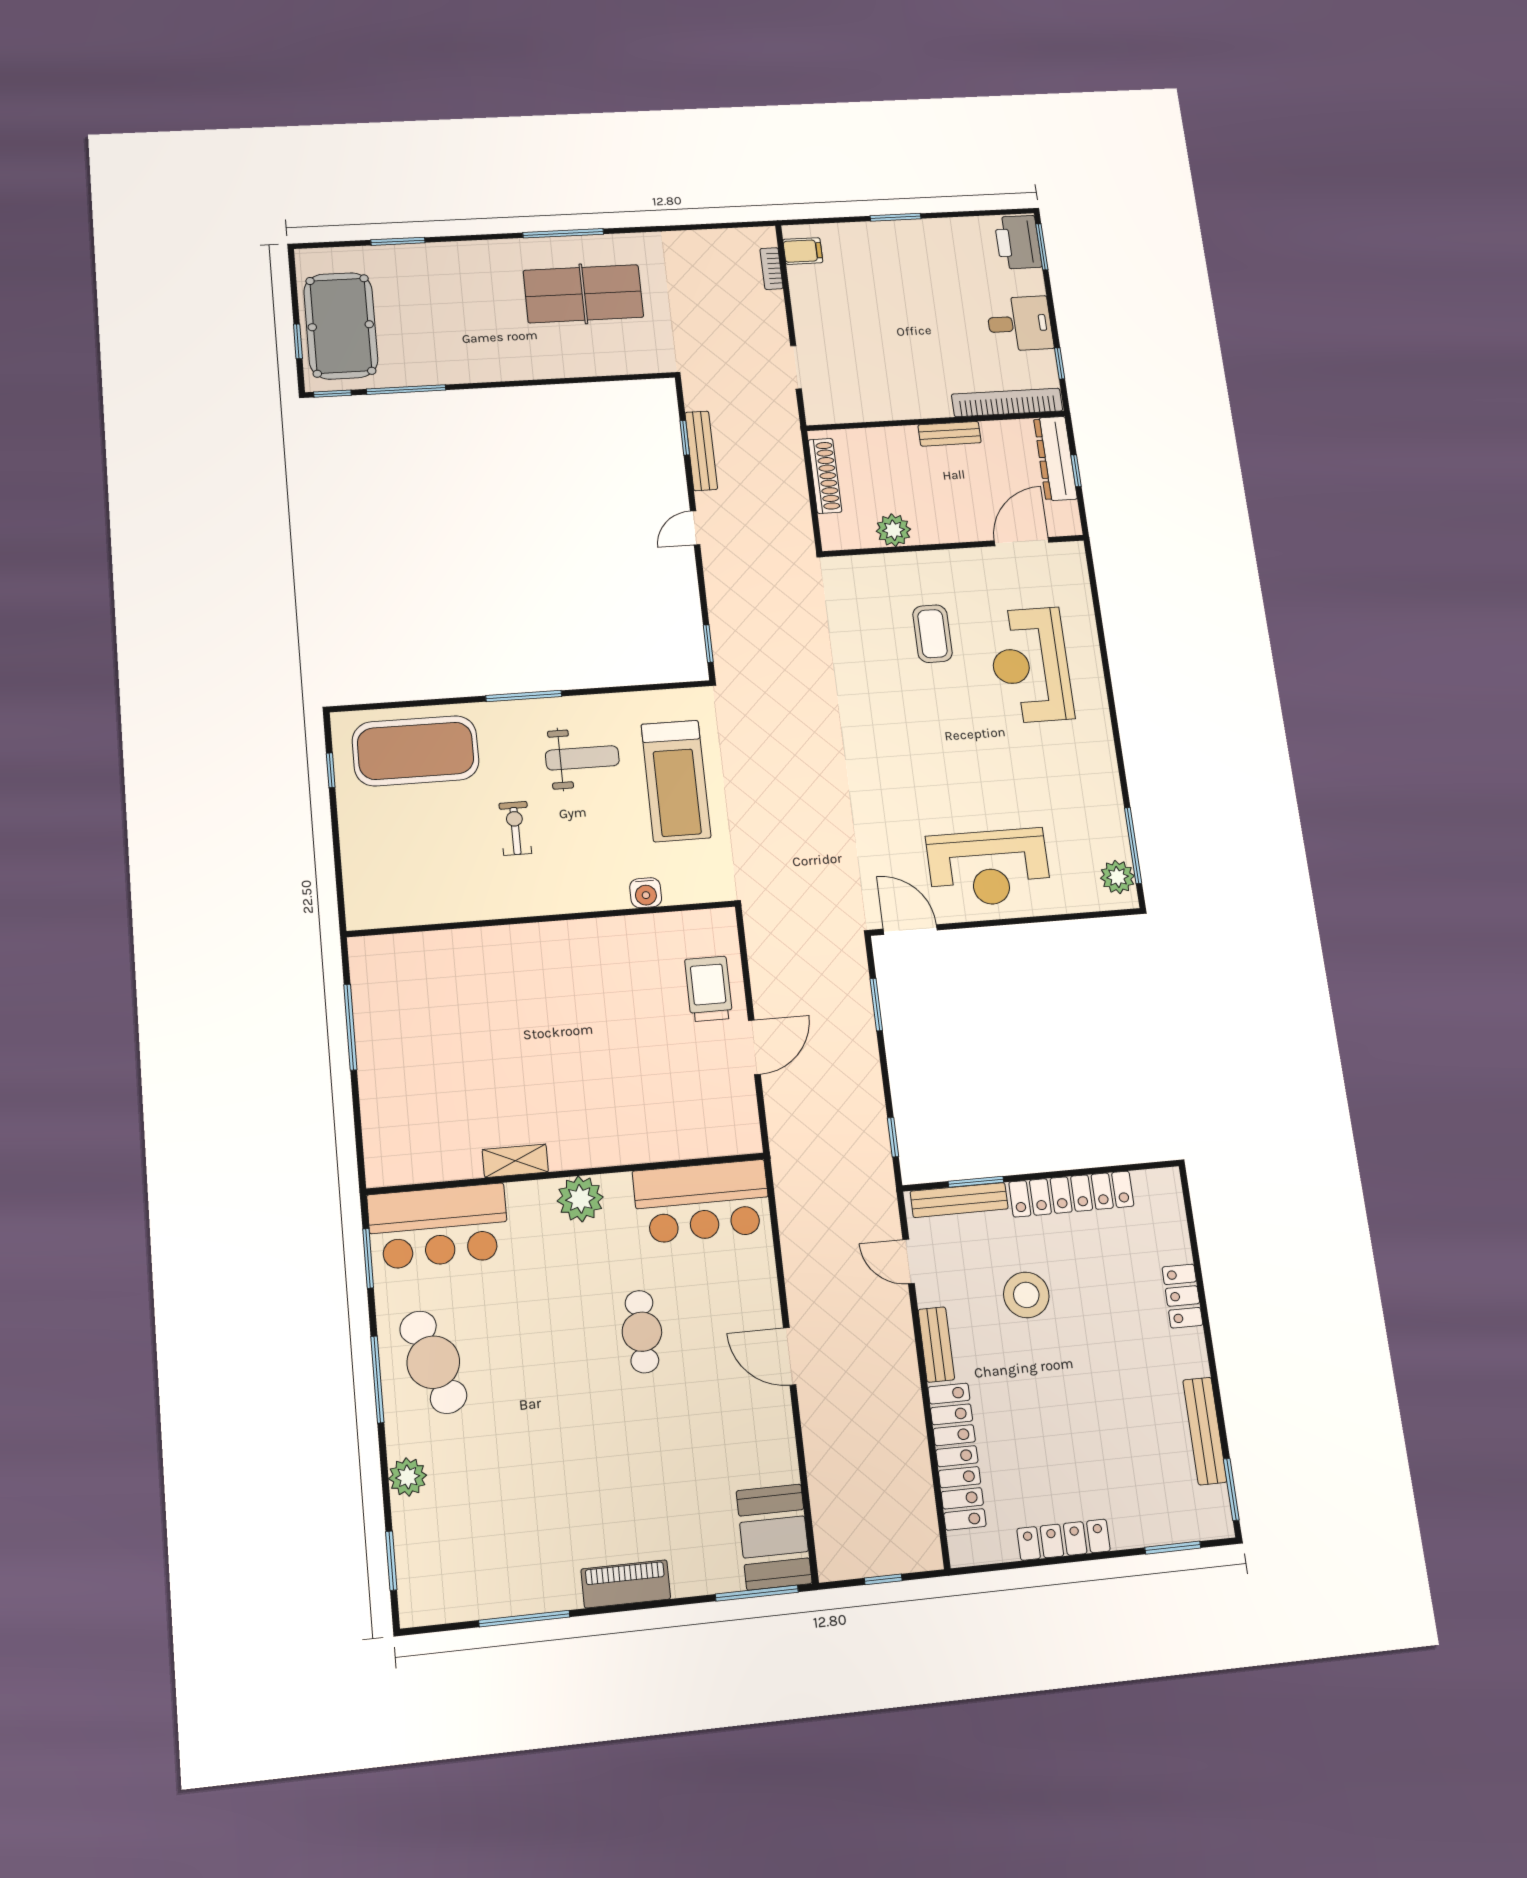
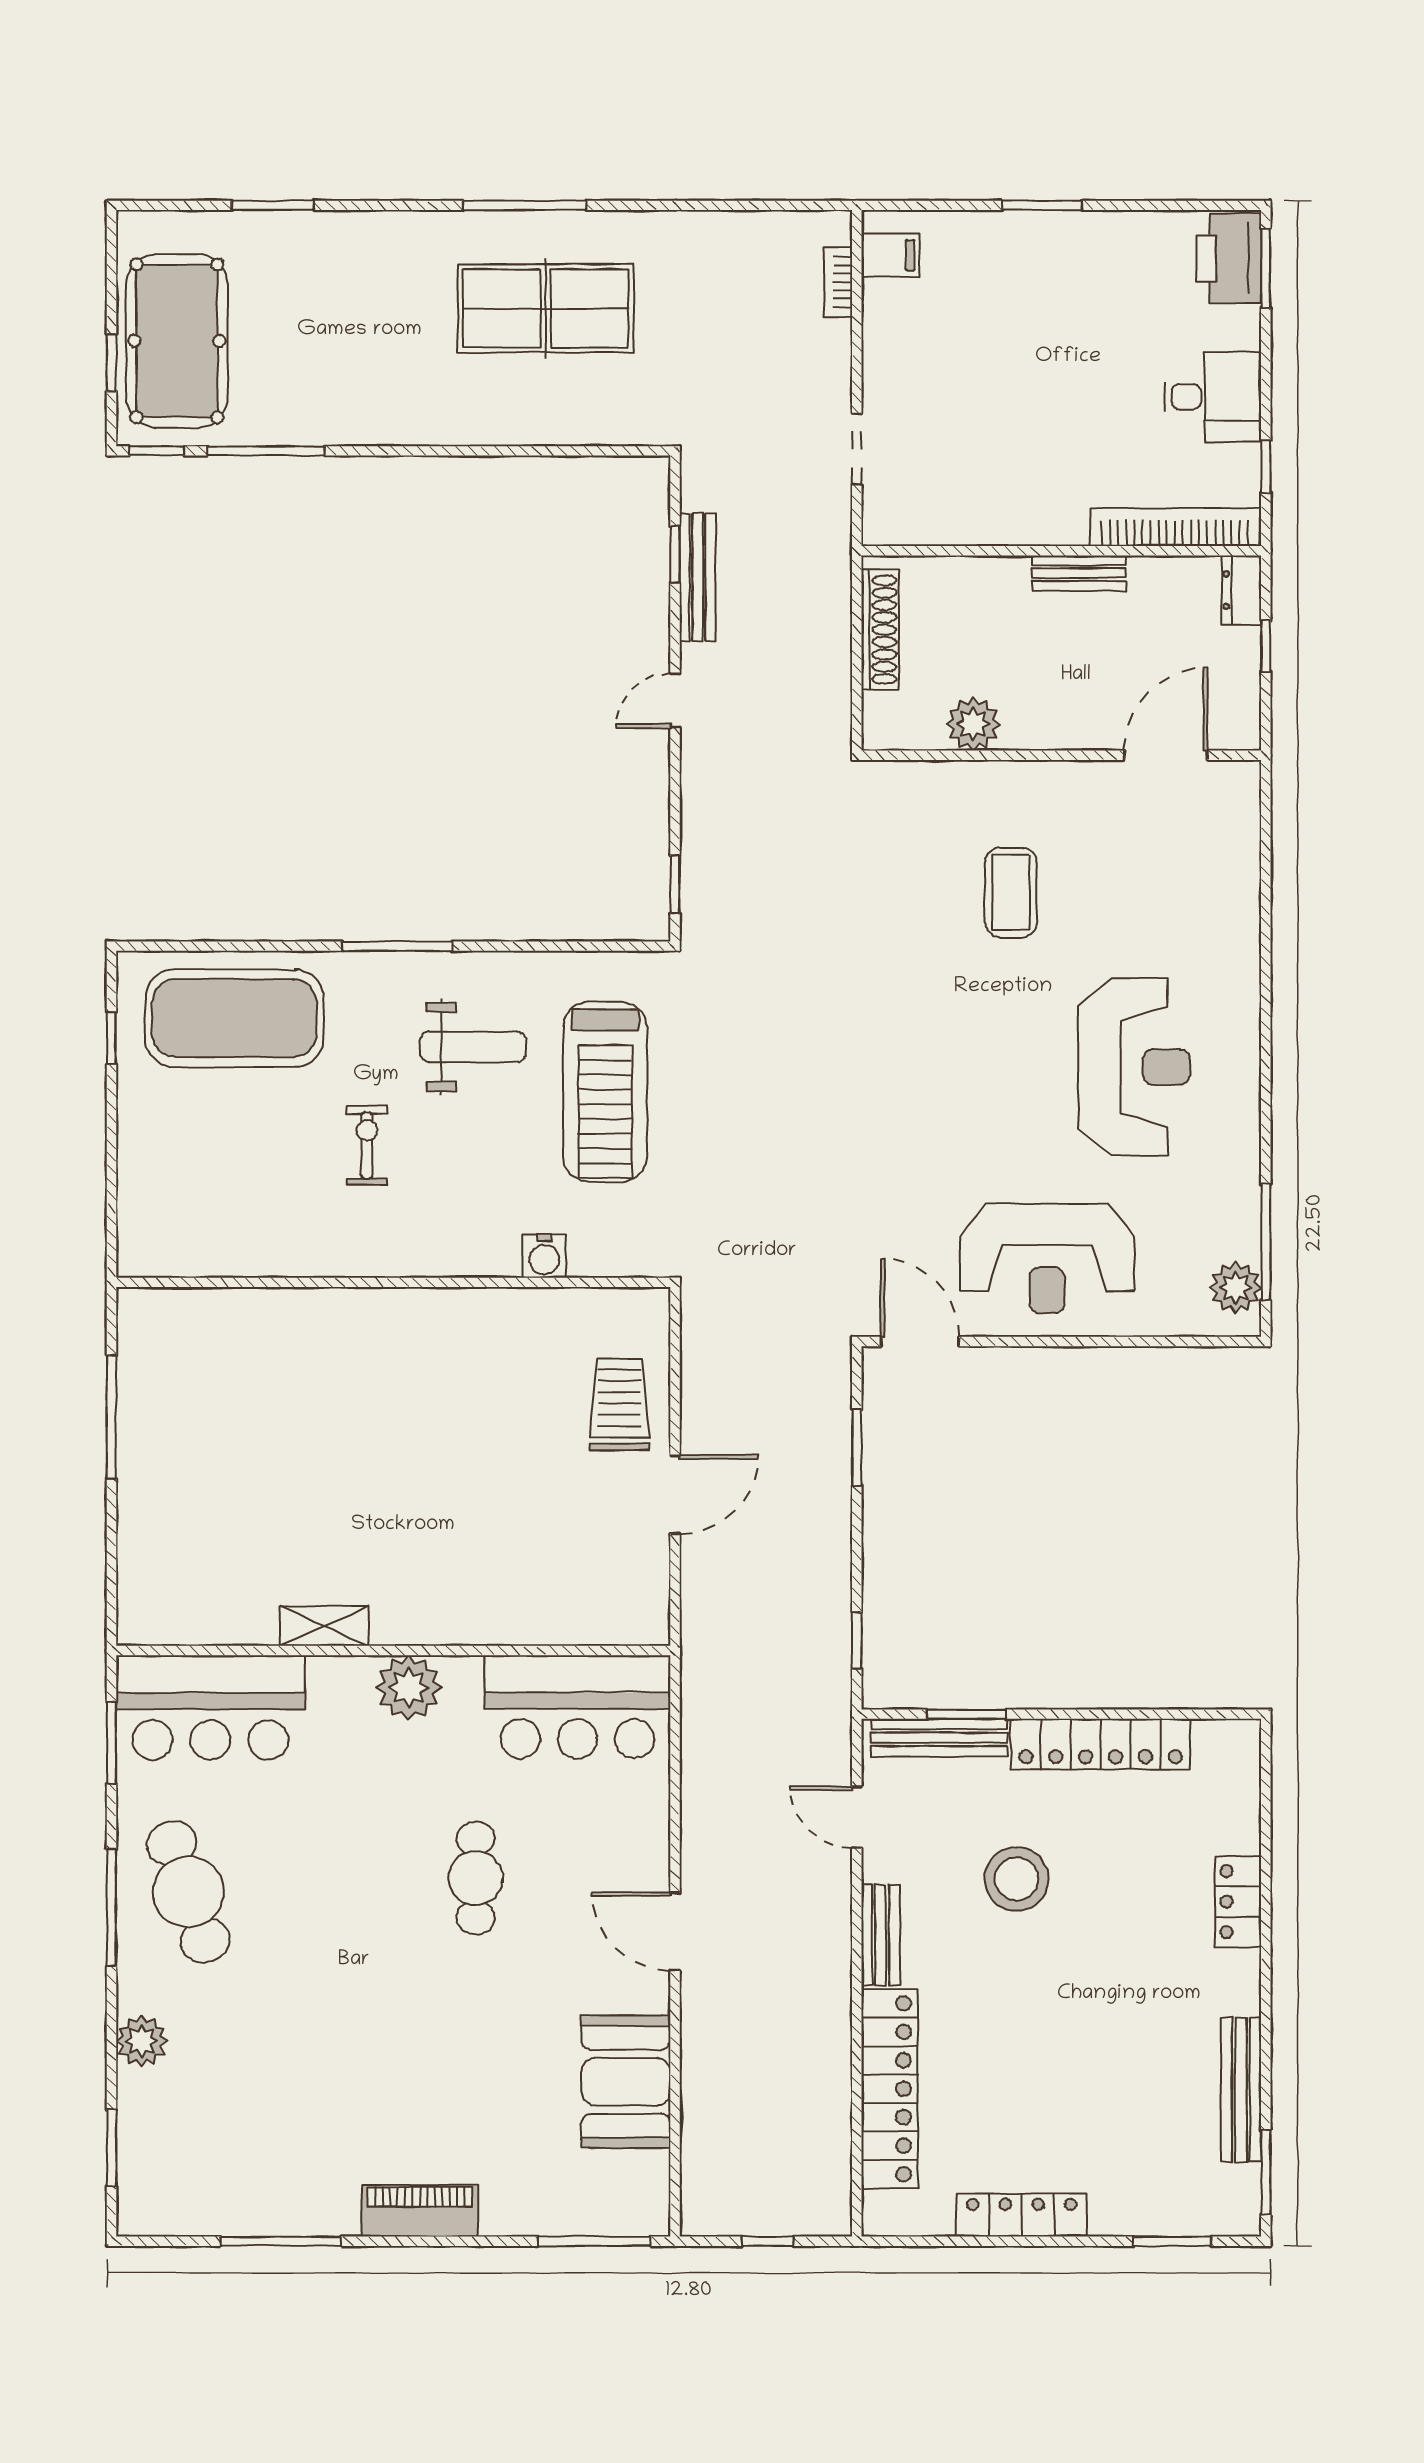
dresser: (1055, 459) -> (1242, 590), width x0.51, depth x0.80
reception desk: (1030, 665) -> (1134, 1067), moved, turned 180
booth: (774, 1537) -> (626, 2082), moved

